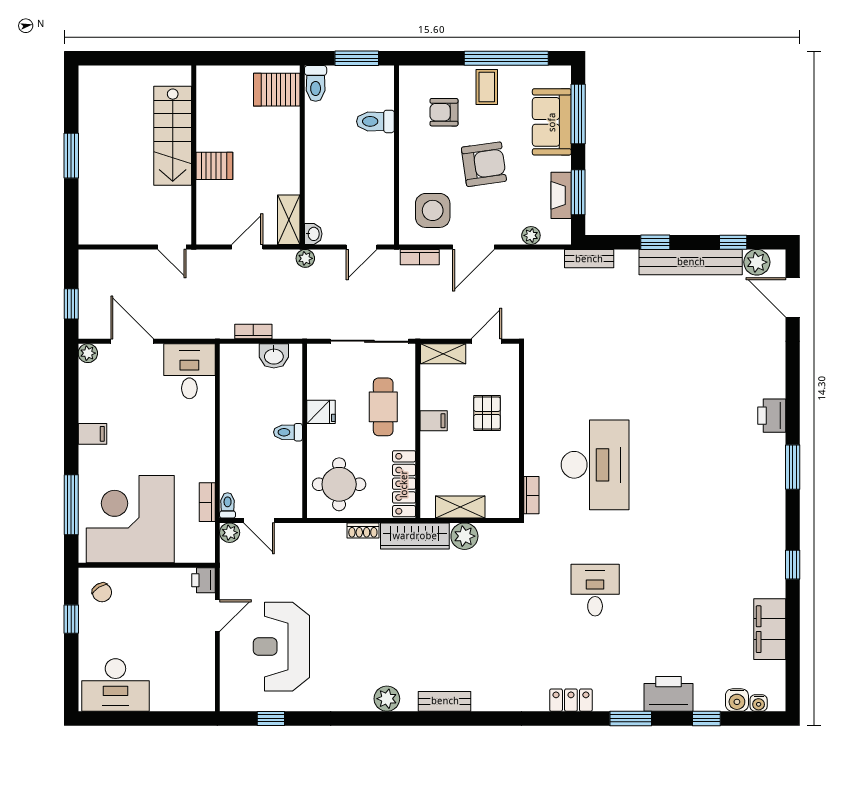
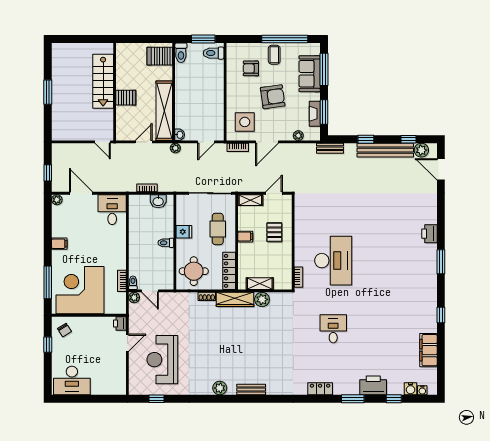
toilet: (375, 121) -> (214, 53), moved
shelving: (289, 220) -> (164, 111), width x2.20, depth x1.33

